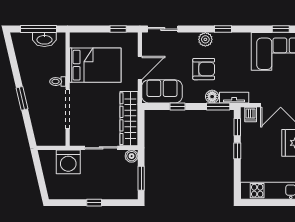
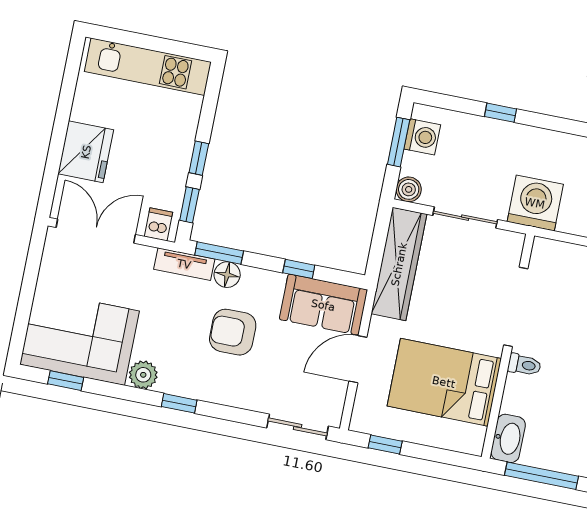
washbasin: (44, 39) -> (508, 438), moved, turned 90
plant: (205, 39) -> (143, 375), moved
washing machine: (130, 183) -> (422, 137), added

